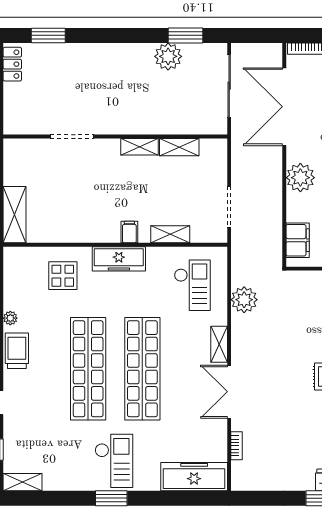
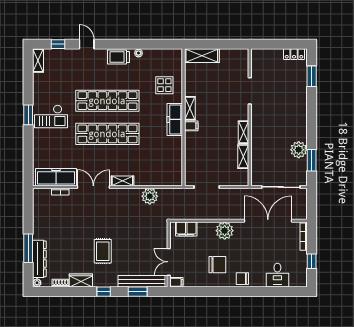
shelving: (170, 234) -> (190, 108), moved
checkout: (192, 285) -> (159, 164), removed
trolley: (17, 351) -> (119, 57), turned 180
freezer: (194, 477) -> (56, 177), moved, turned -90

